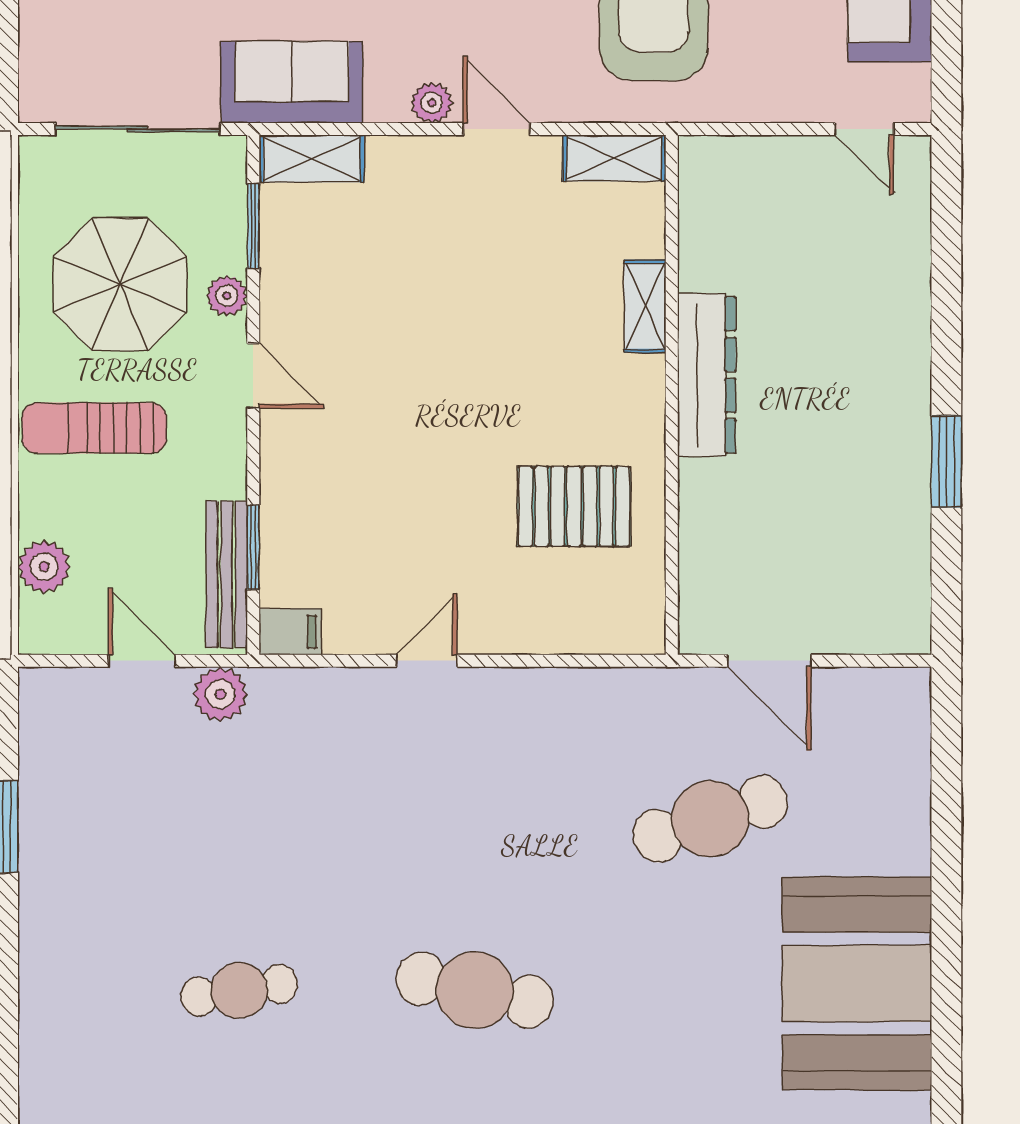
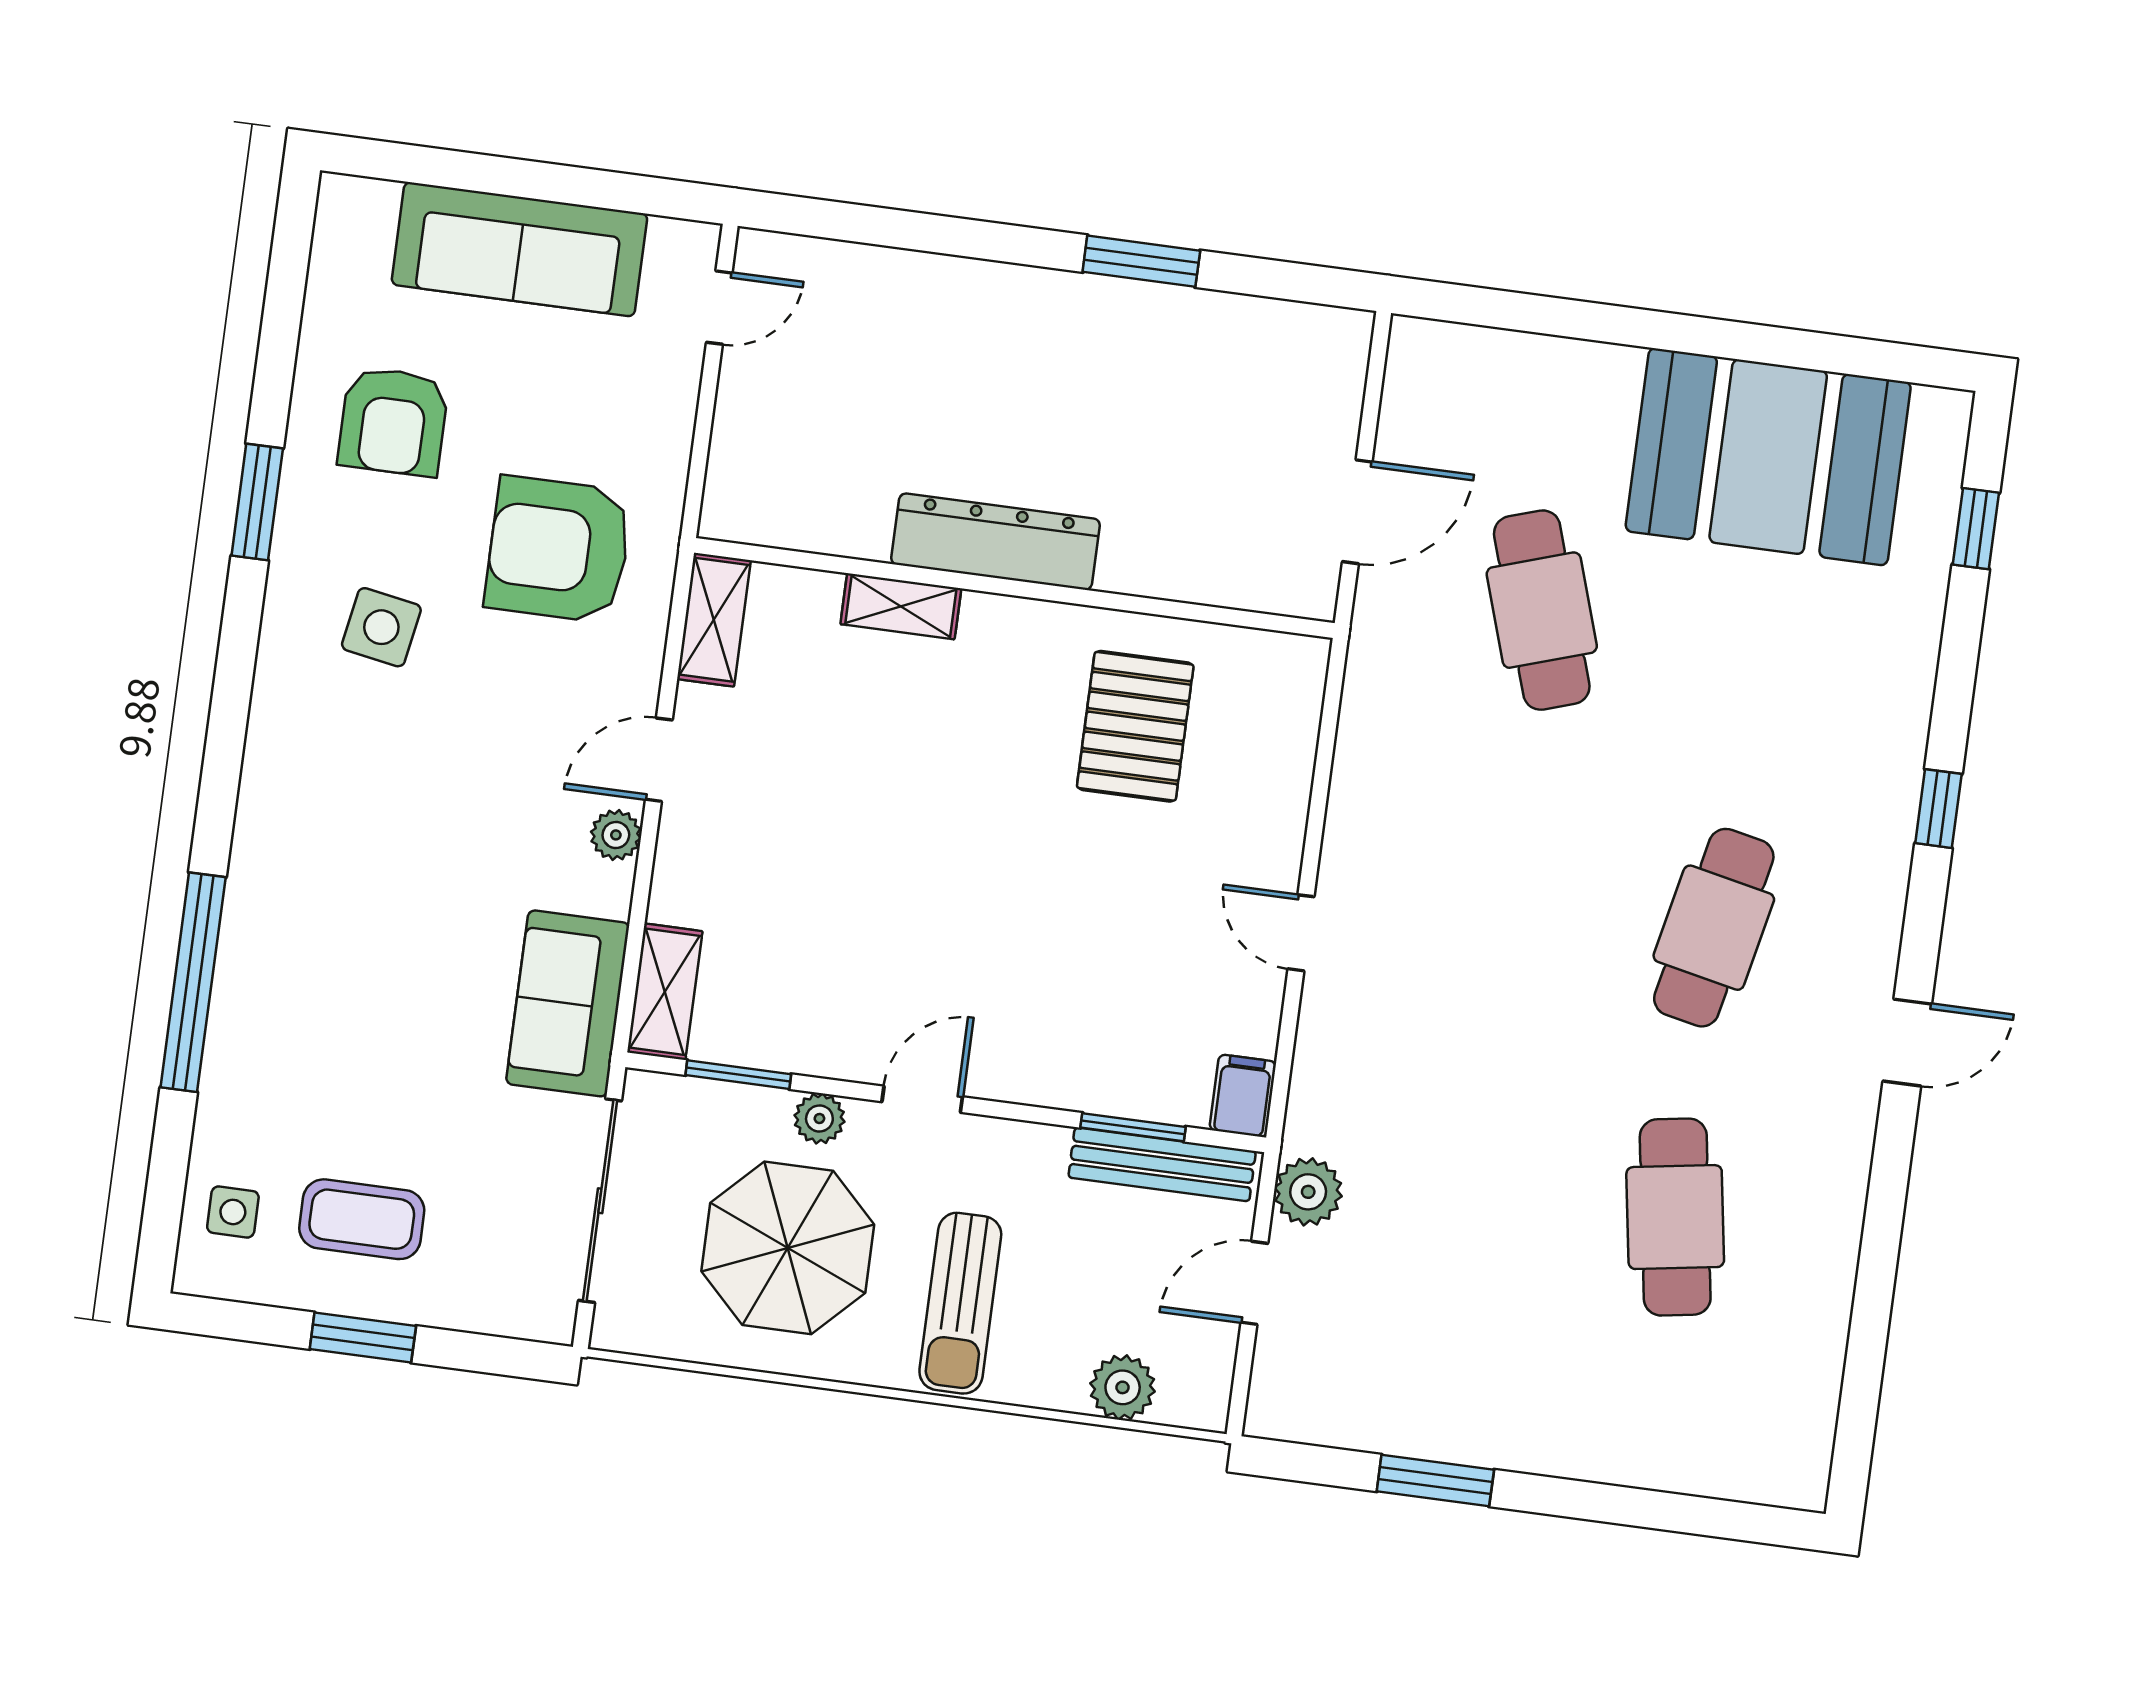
cafe table: (239, 990) -> (1675, 1217), width x1.37, depth x1.35

